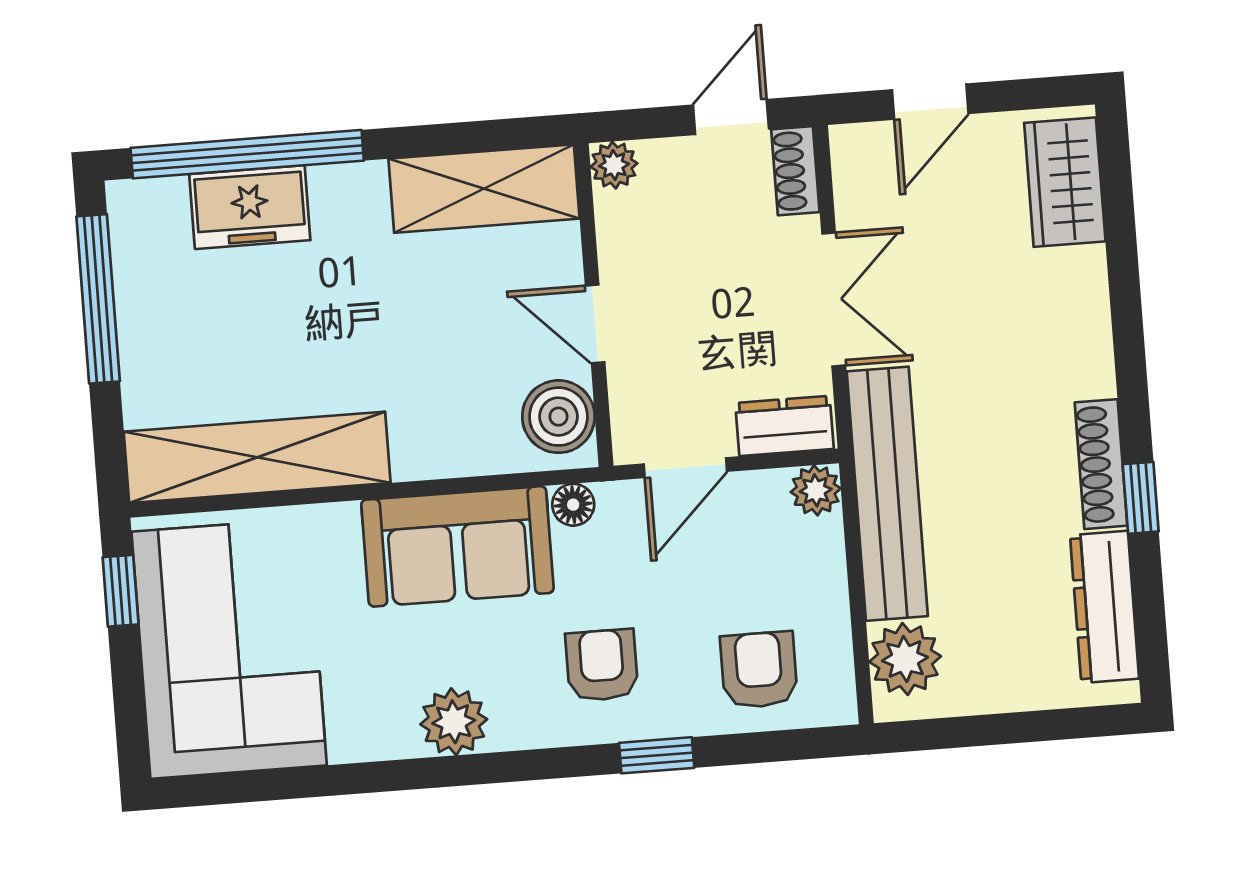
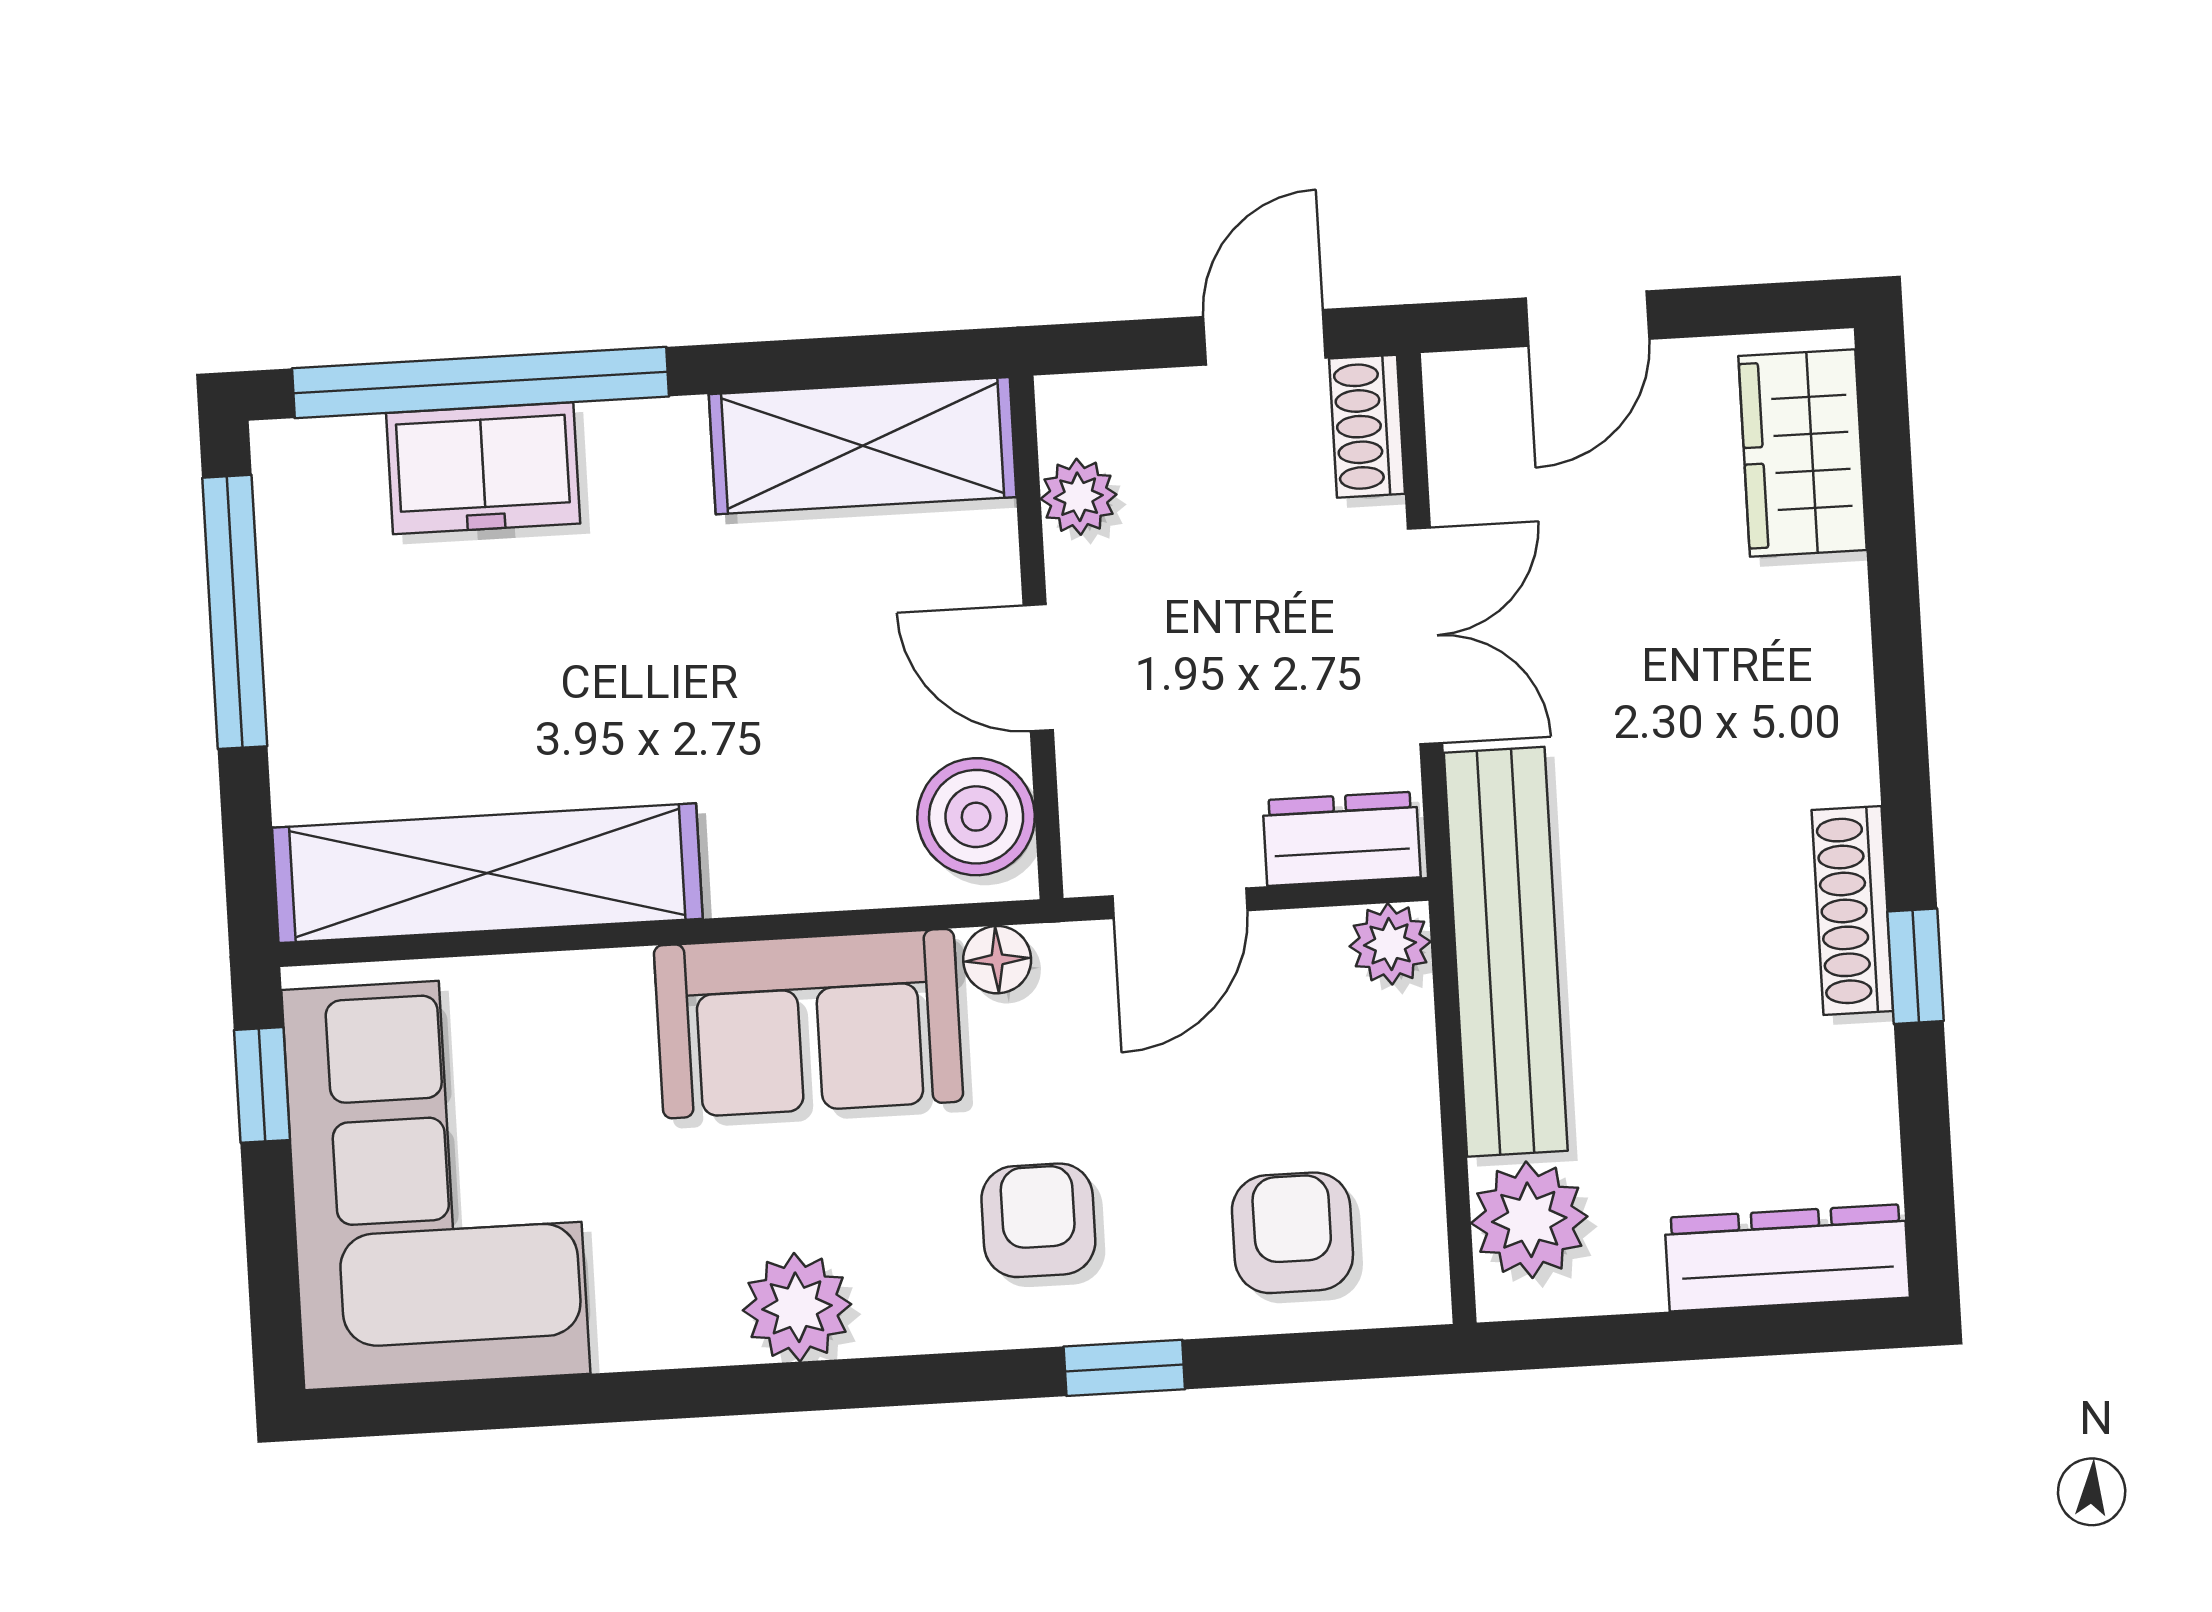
plant: (614, 165) -> (1079, 497), moved
dresser: (1105, 607) -> (1787, 1258), moved, turned 90

